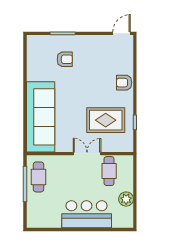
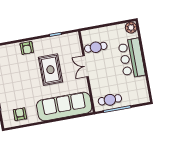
armchair: (65, 59) -> (20, 114), moved
rug: (106, 120) -> (50, 70), moved
plant: (126, 199) -> (131, 28), moved

